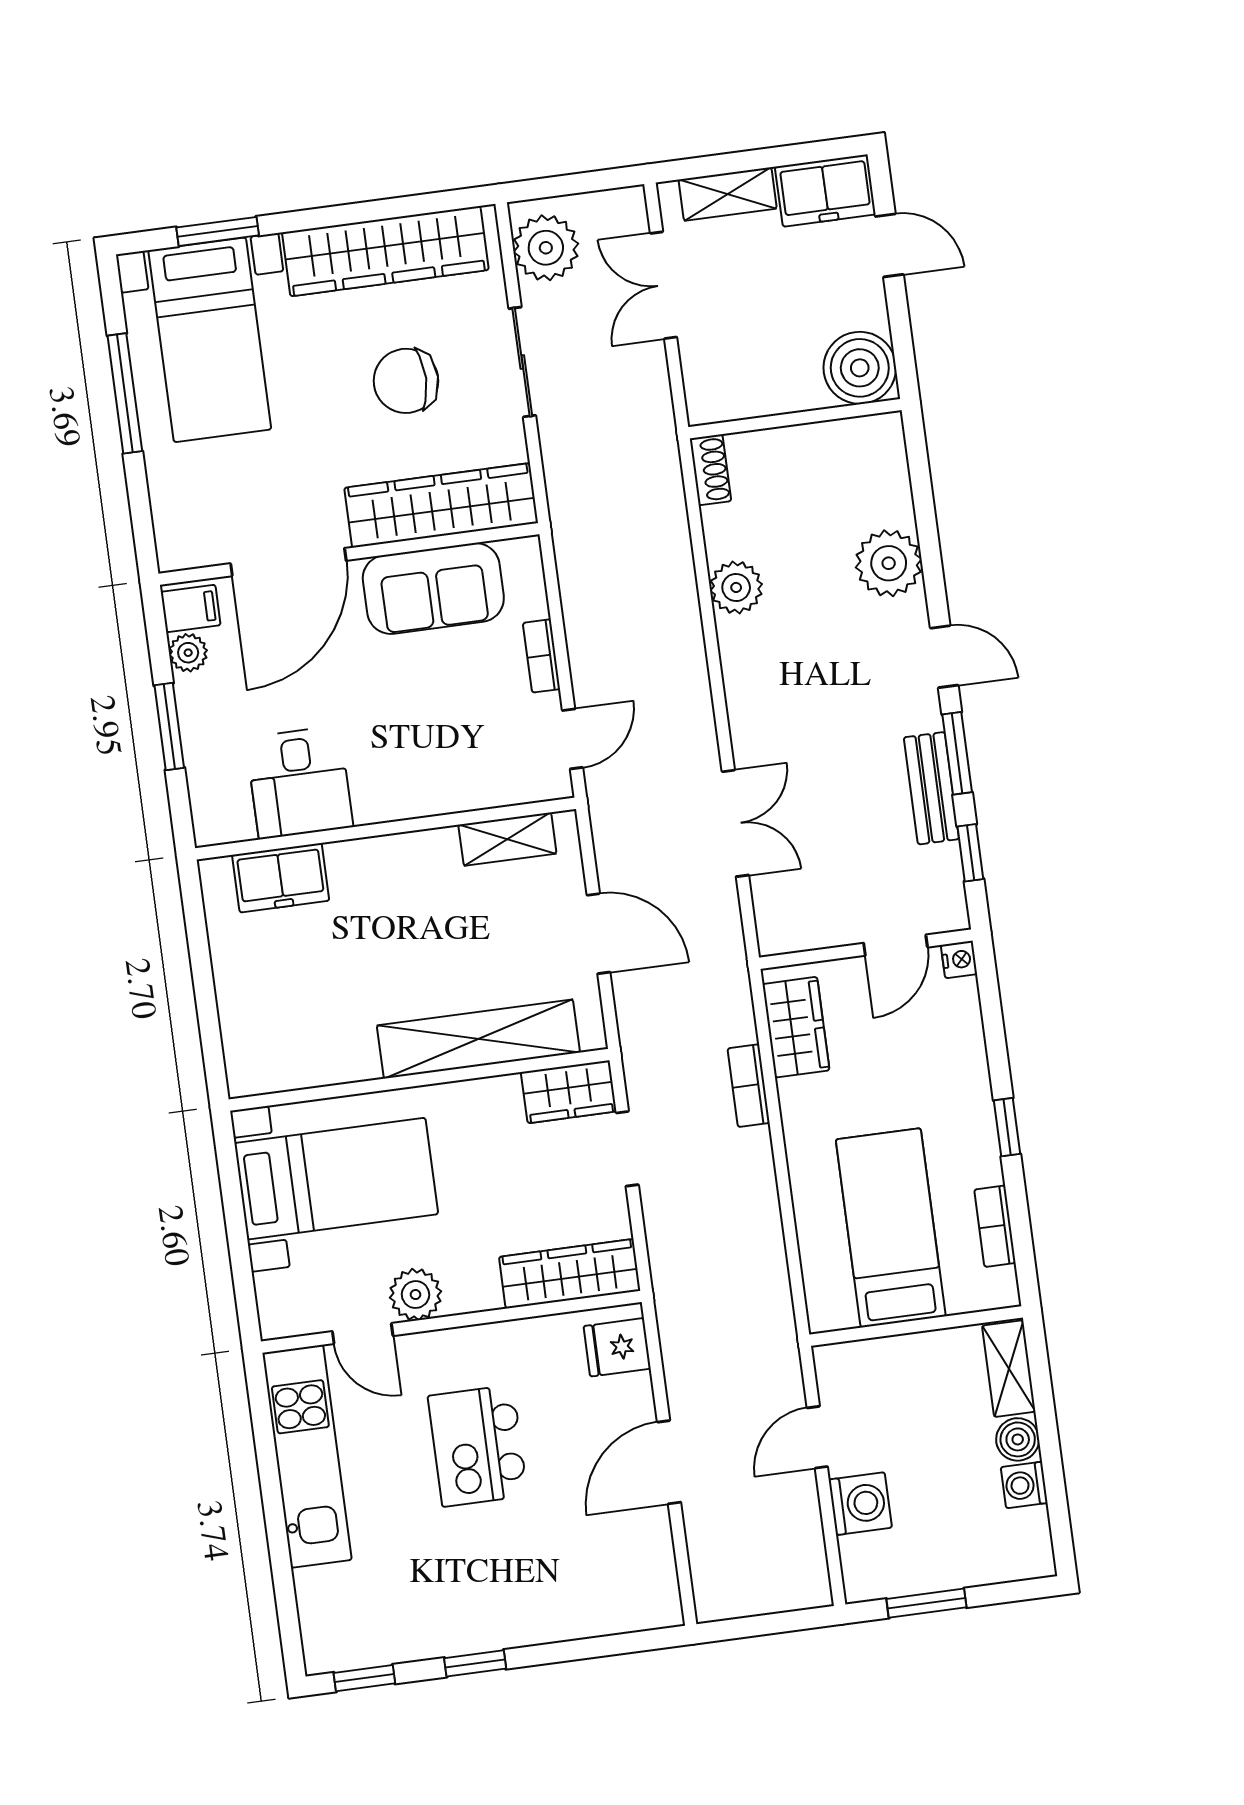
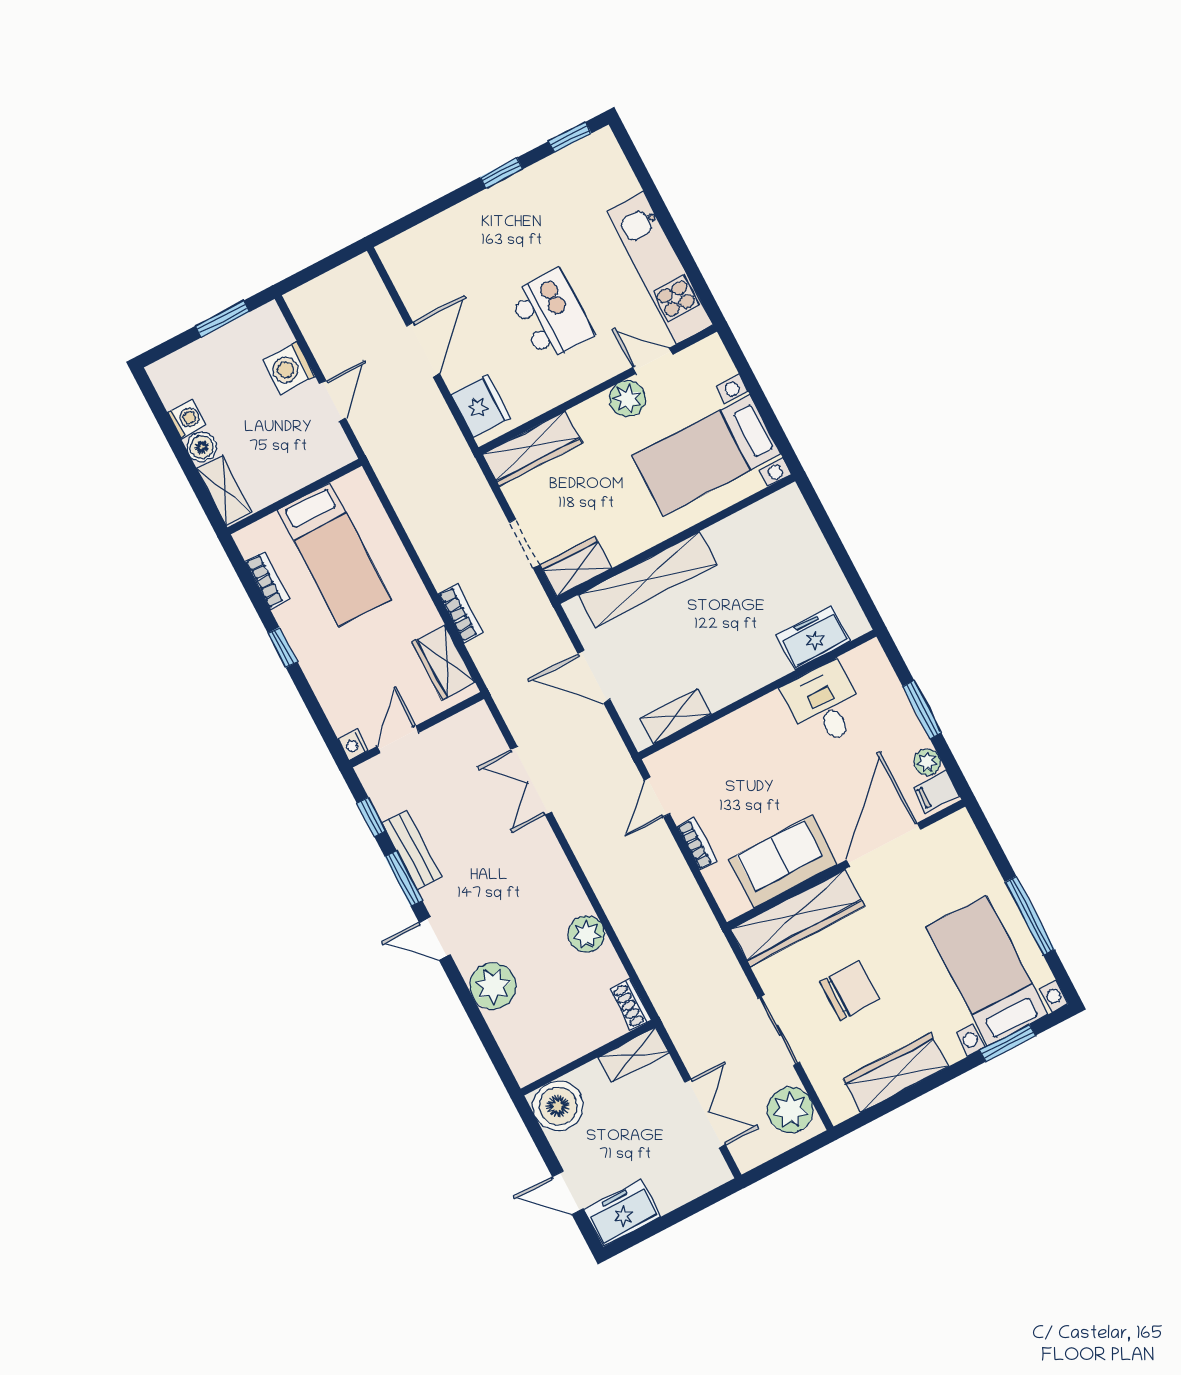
shelving: (728, 194) -> (634, 1055), moved
wardrobe: (385, 251) -> (896, 1073), width x0.71, depth x0.85
fridge: (617, 1347) -> (481, 406), width x1.38

